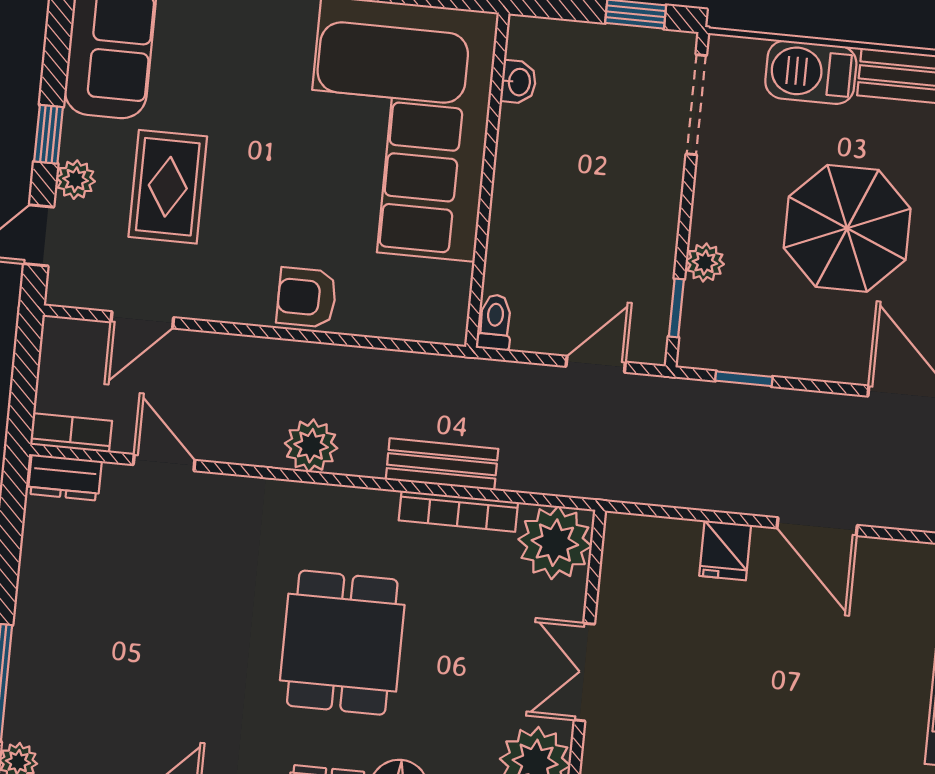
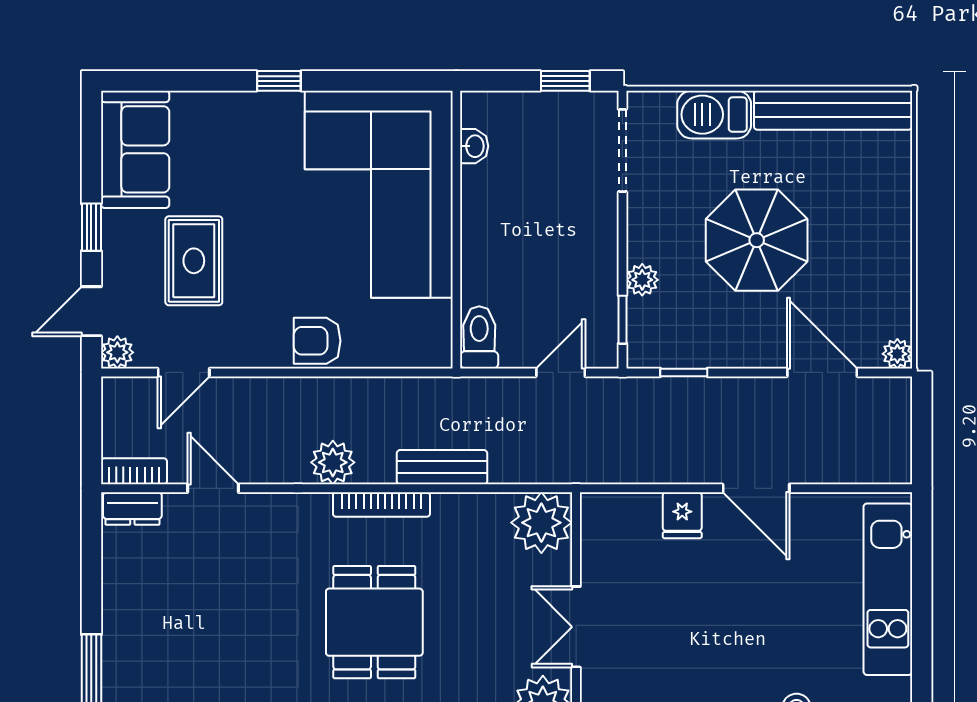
plant: (76, 180) -> (117, 352), moved
toilet: (495, 322) -> (479, 337), width x1.37, depth x1.39
bookcase: (458, 511) -> (381, 505), moved

